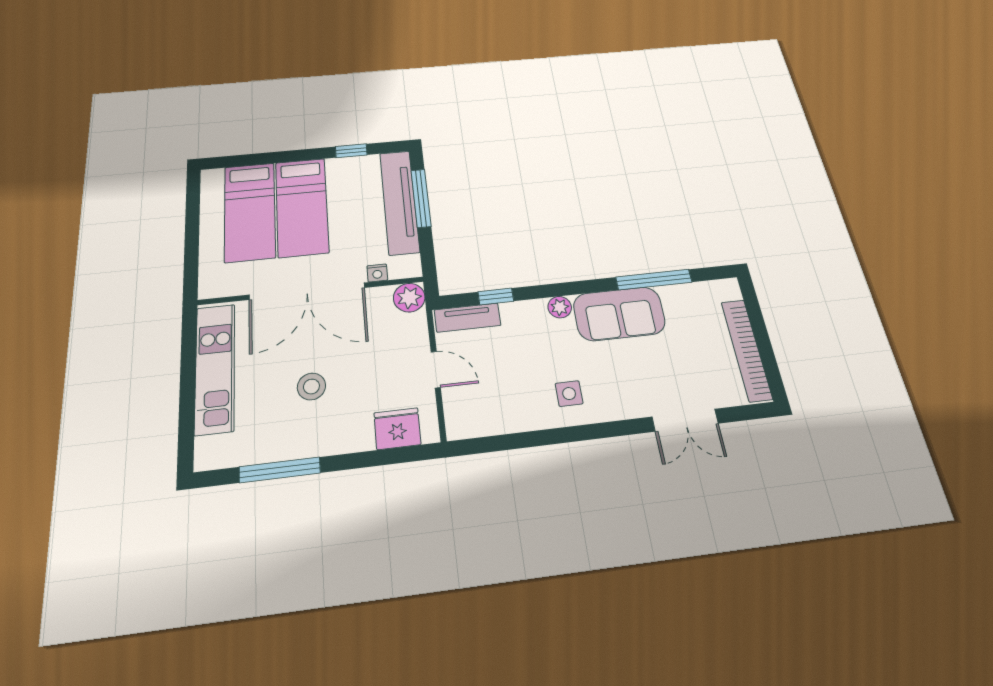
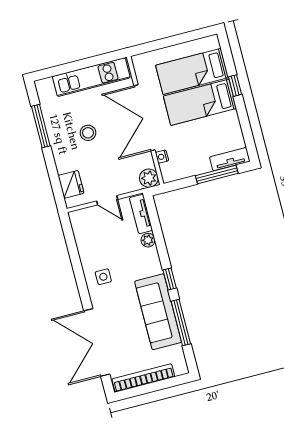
window: (351, 151) -> (235, 86), moved
tv unit: (399, 202) -> (230, 159), width x0.52, depth x0.78
window: (496, 296) -> (170, 279), moved
plant: (560, 307) -> (148, 240), moved
sofa: (619, 314) -> (158, 312), width x1.36
door: (436, 370) -> (107, 200), hinge flipped
double door: (685, 420) -> (97, 343), width x1.87

